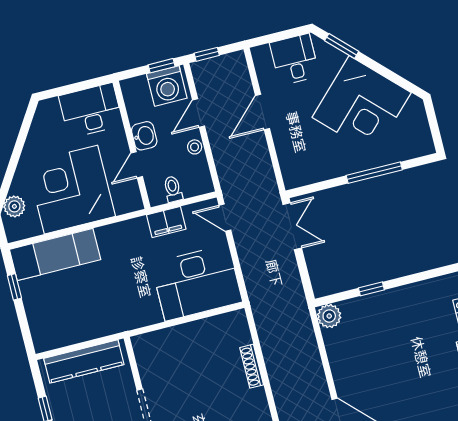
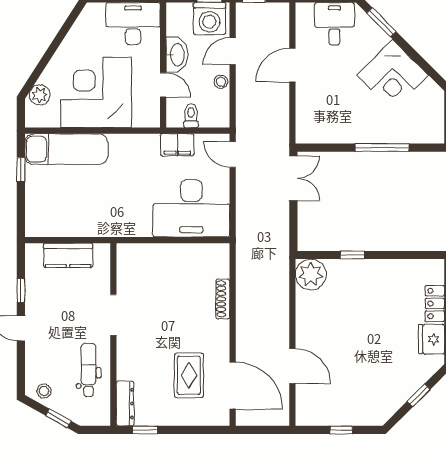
corner desk: (362, 105) -> (393, 75), width x0.74, depth x0.74
washbasin: (144, 136) -> (177, 55), width x1.38
door: (137, 165) -> (163, 85), swing flipped
plant: (329, 316) -> (311, 274), width x1.36, depth x1.36
kitchen counter: (84, 361) -> (68, 255), width x0.67

